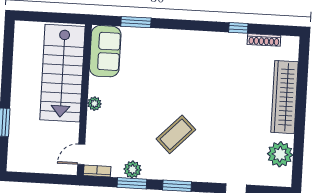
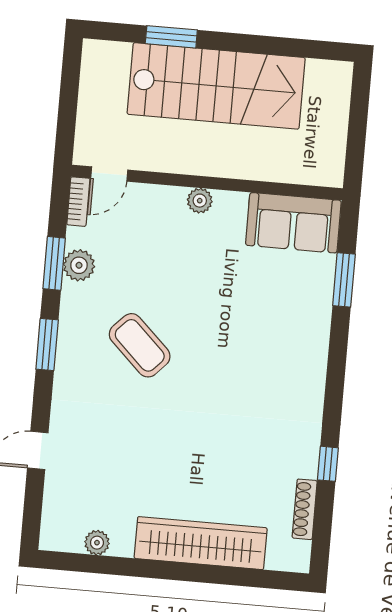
stairs: (62, 73) -> (216, 86), moved, turned 180
door: (81, 154) -> (109, 174), swing flipped
plant: (280, 154) -> (97, 543), width x0.53, depth x0.53

